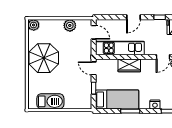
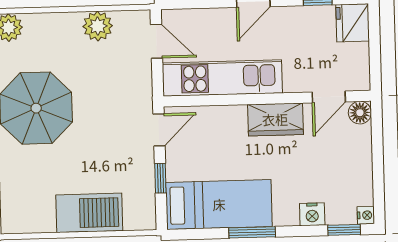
wardrobe: (129, 65) -> (275, 119), moved
door: (94, 68) -> (159, 130), swing flipped
barbecue: (50, 101) -> (89, 213), moved

